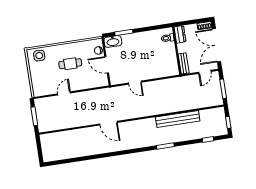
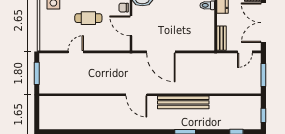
door: (135, 83) -> (161, 52), width x1.87
bench: (178, 119) -> (183, 102), moved
door: (108, 123) -> (136, 95), moved

